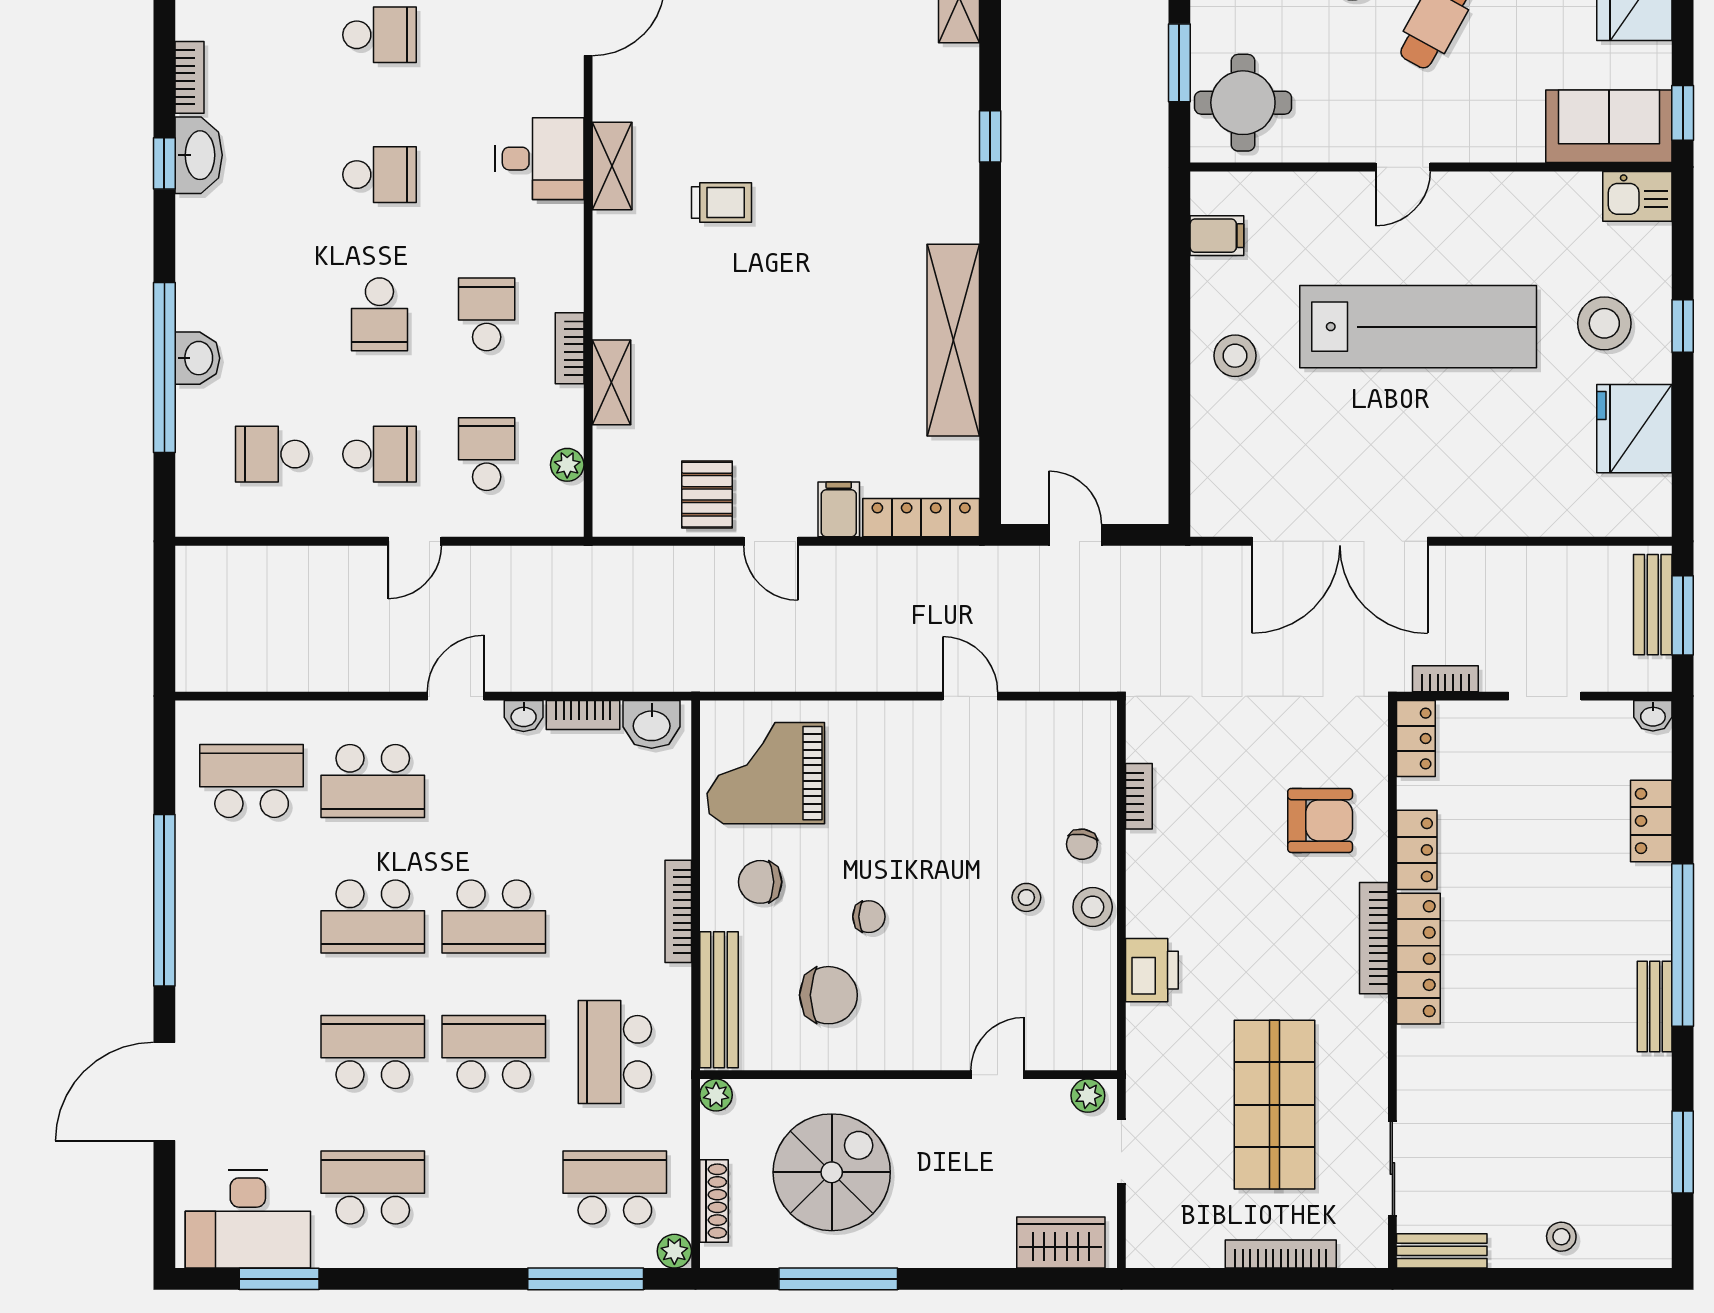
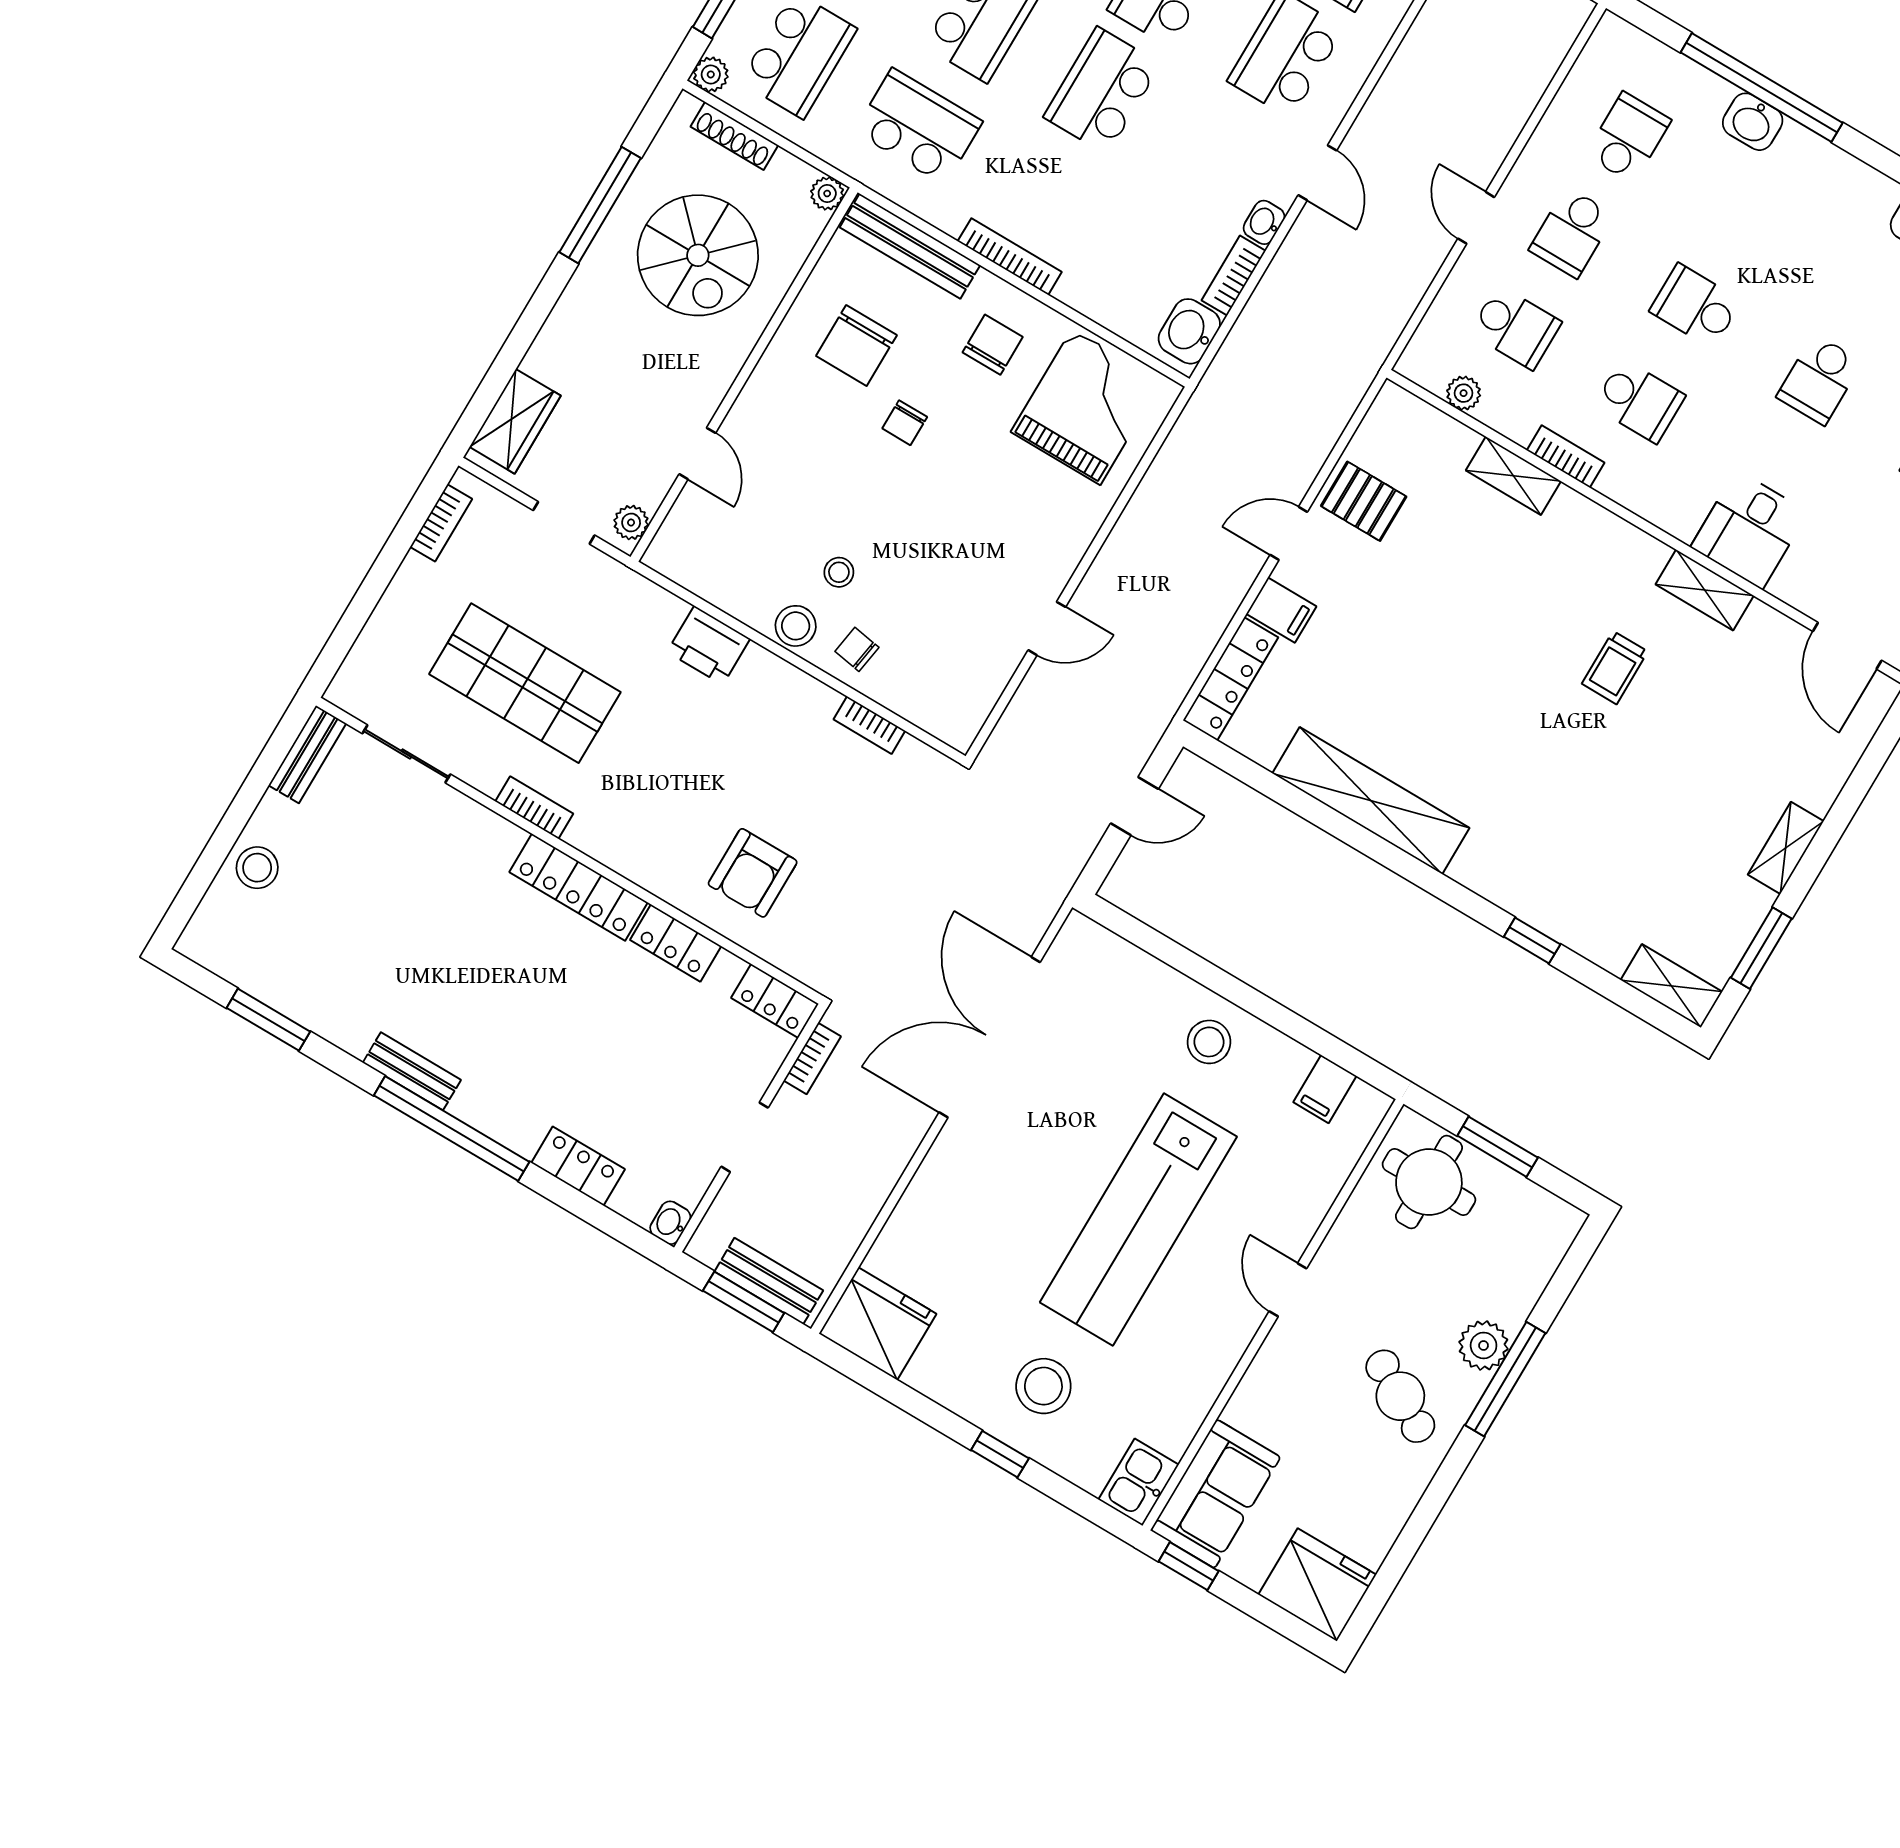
fridge: (1634, 429) -> (878, 1324), moved
bookcase: (1374, 938) -> (534, 808), moved, width x0.64
stool: (1561, 1237) -> (257, 868), width x1.37, depth x1.37
bookcase: (1281, 1254) -> (441, 523), moved, width x0.64

